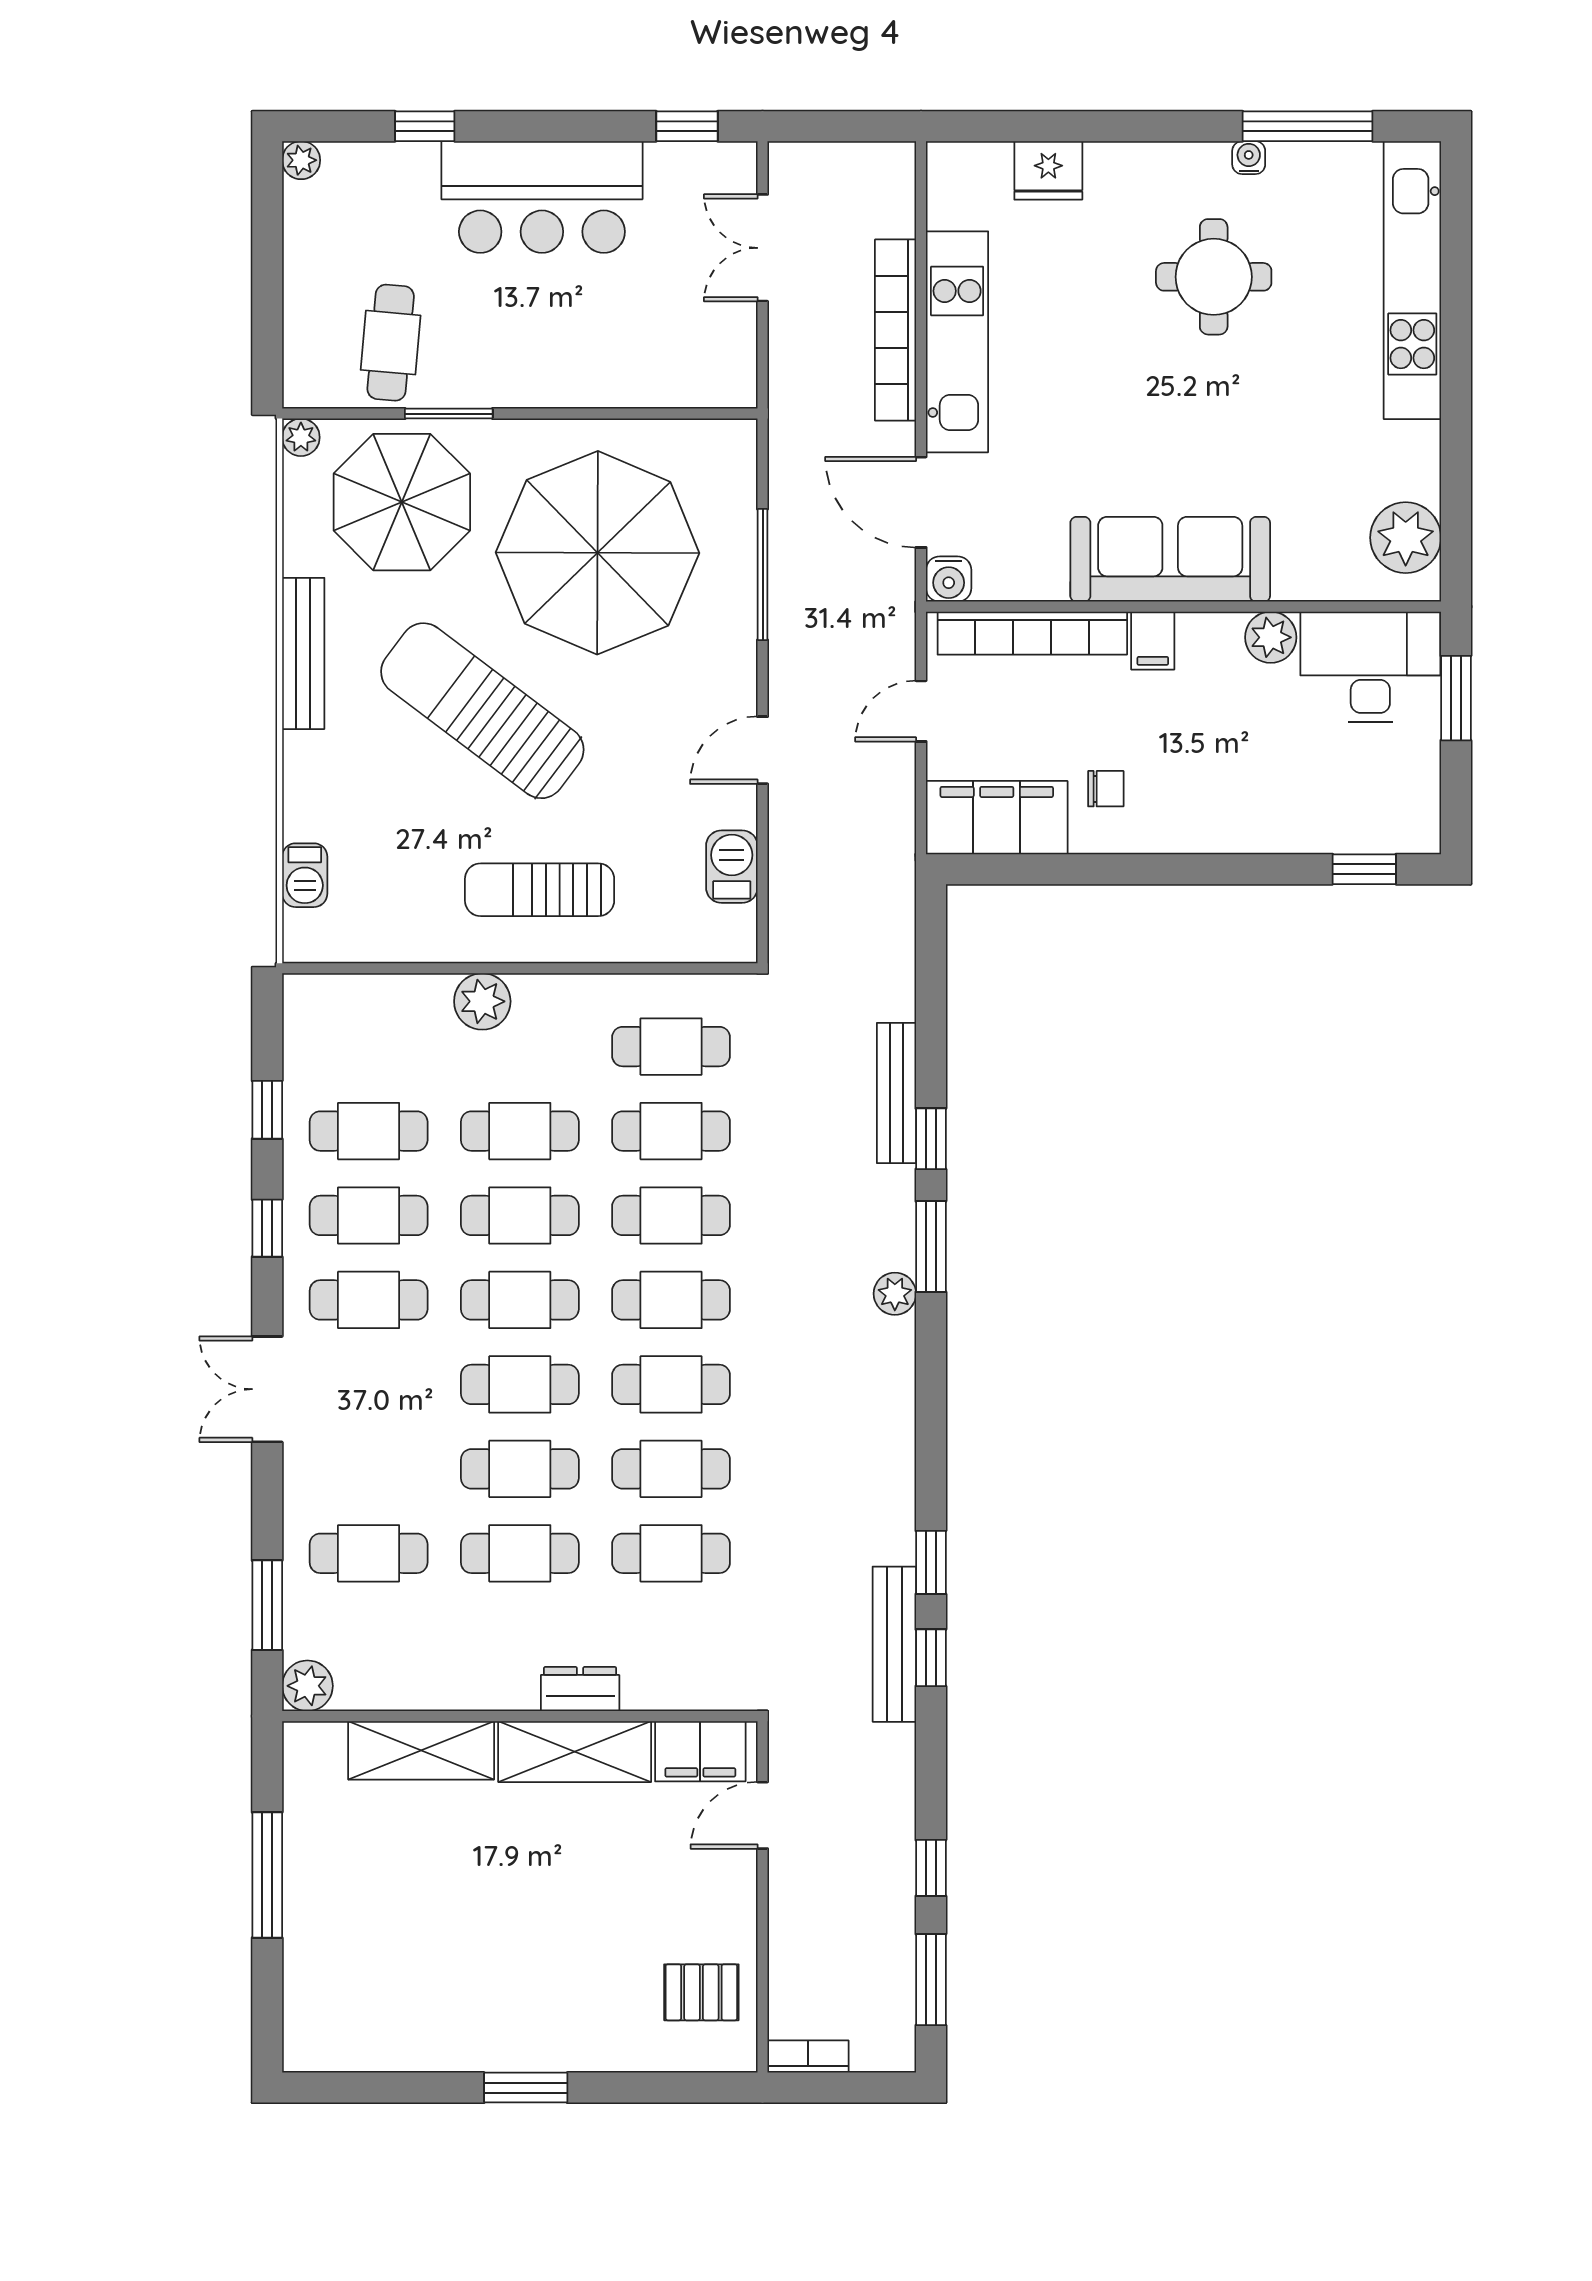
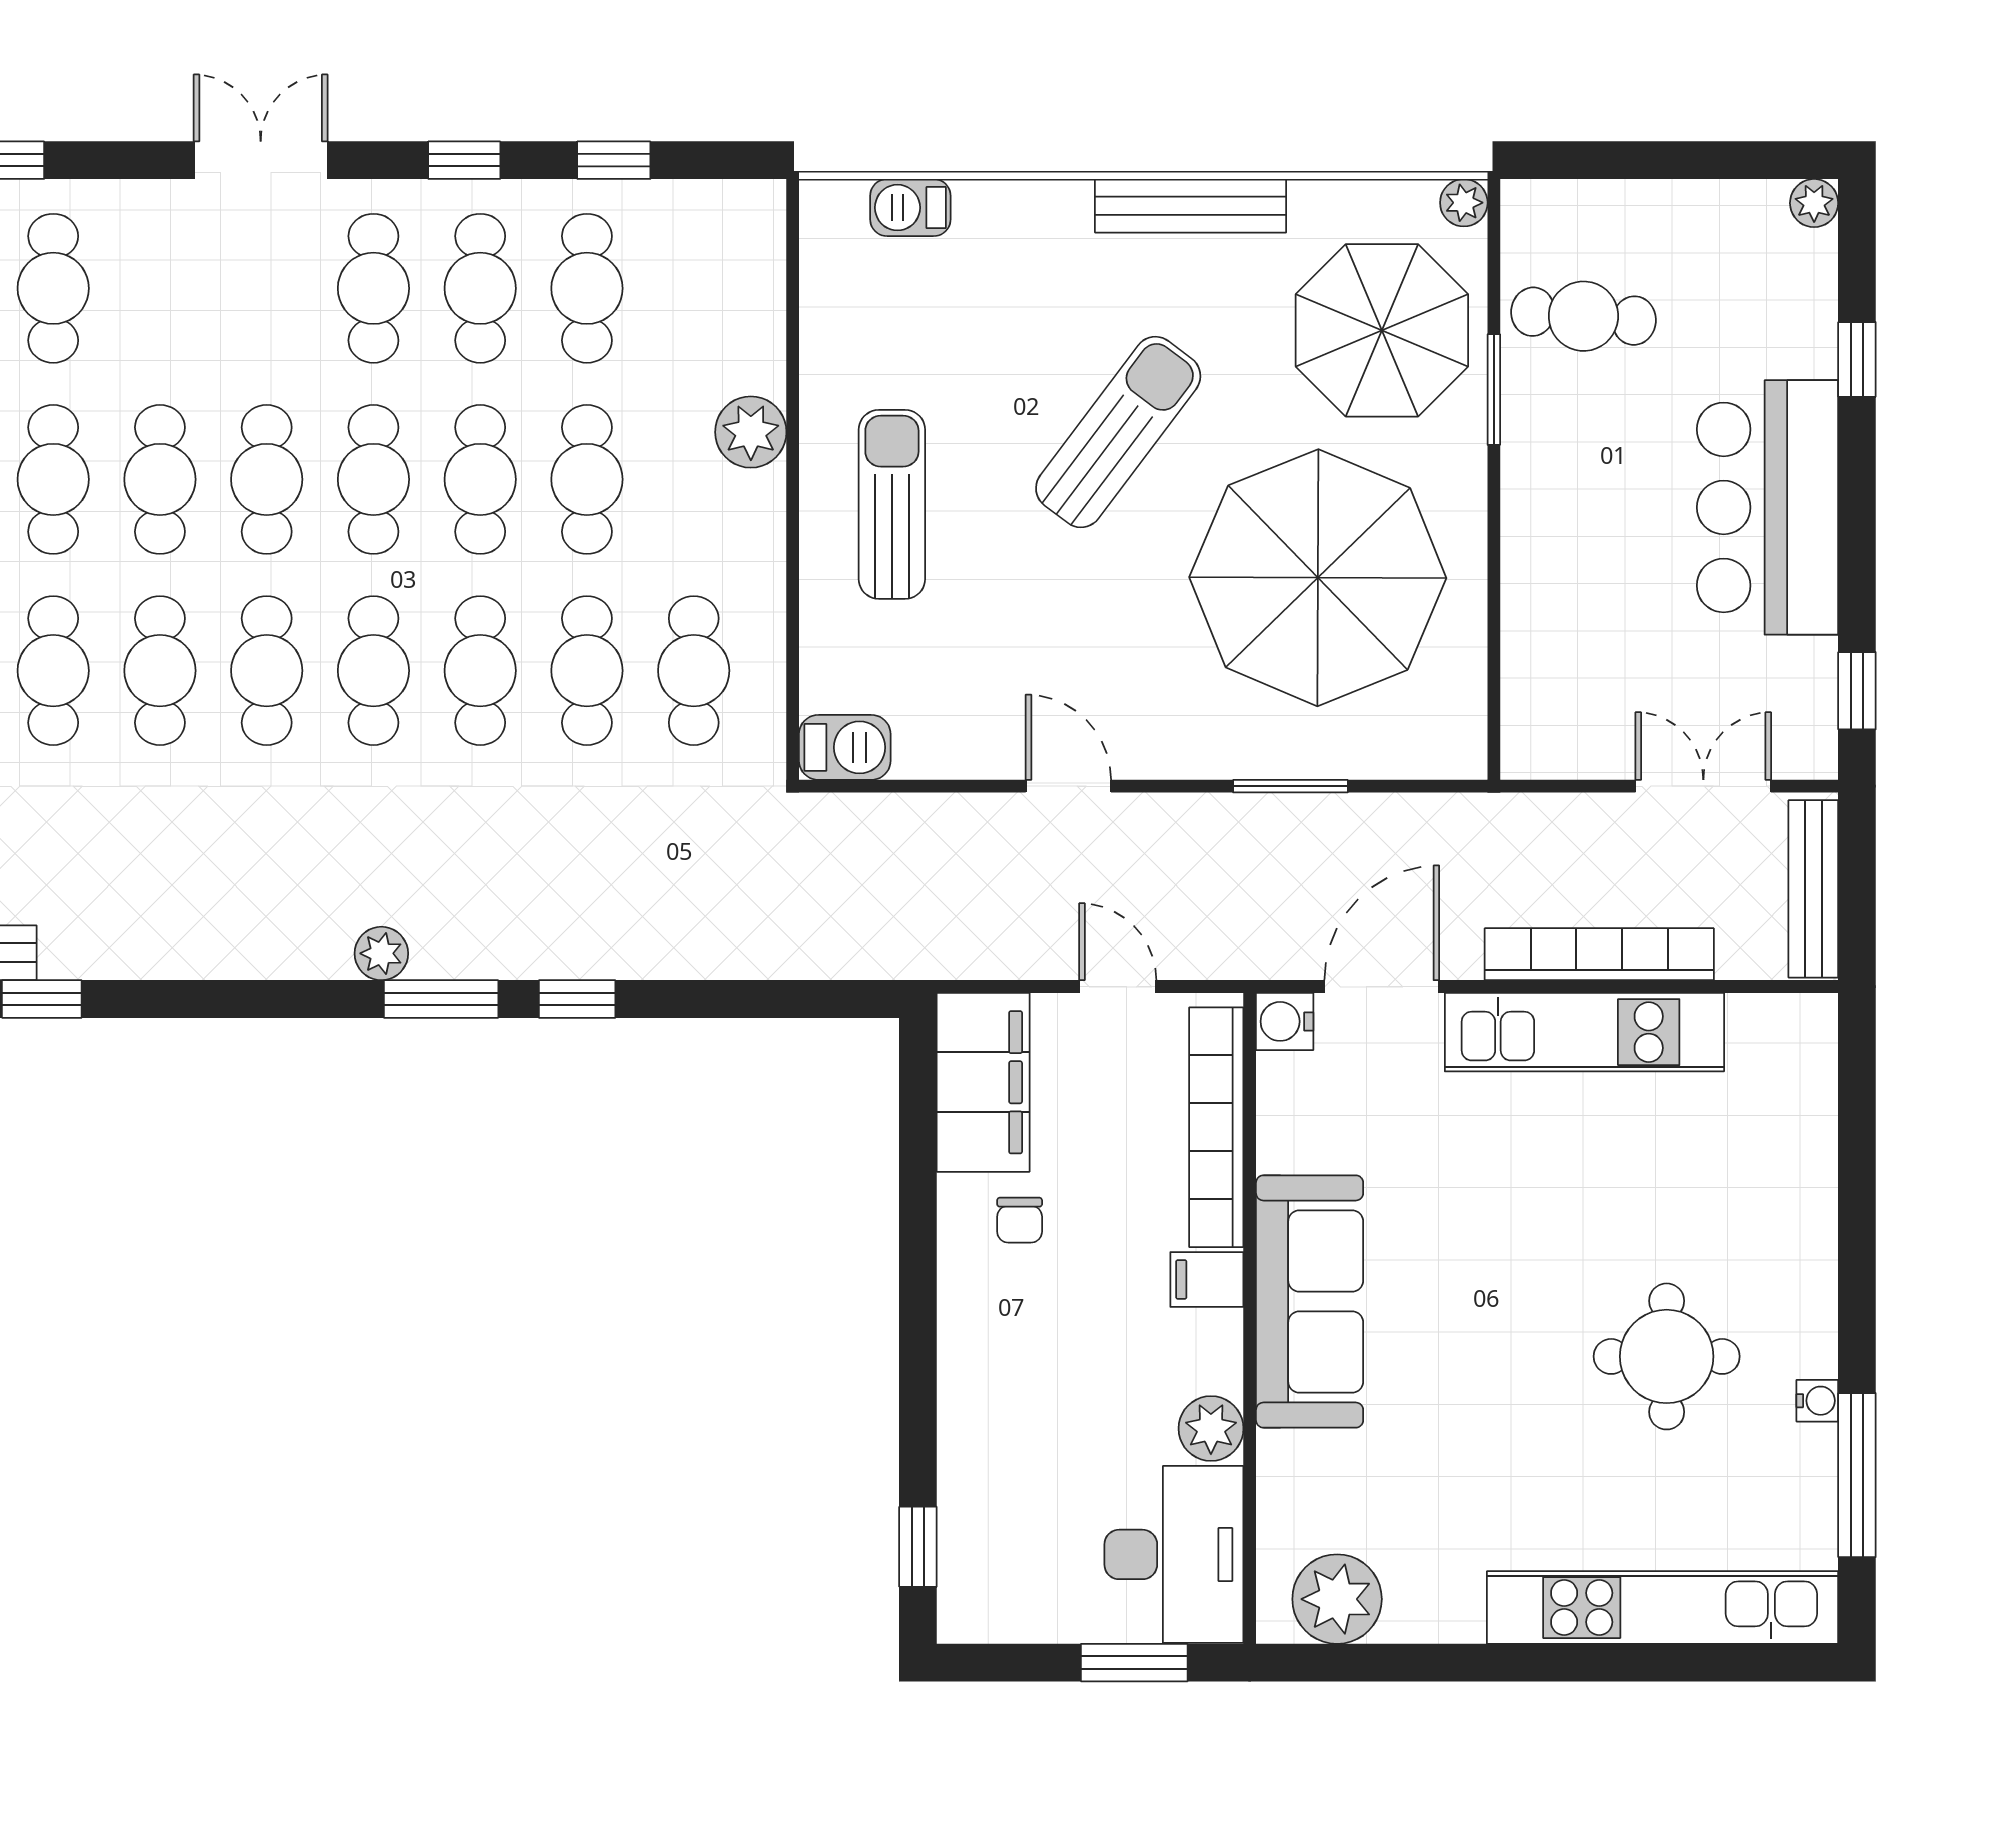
fridge: (1048, 170) -> (1801, 1147), removed
window: (763, 574) -> (1290, 786), width x0.69
sun lounger: (482, 711) -> (1118, 432), width x0.73, depth x0.75
barbecue: (732, 867) -> (845, 747), moved
bench: (896, 1093) -> (1813, 889), moved, turned 90

